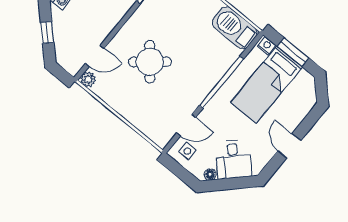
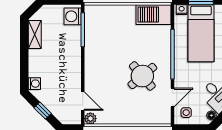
door: (95, 56) -> (83, 101), hinge flipped
round table: (150, 62) -> (142, 76), moved

